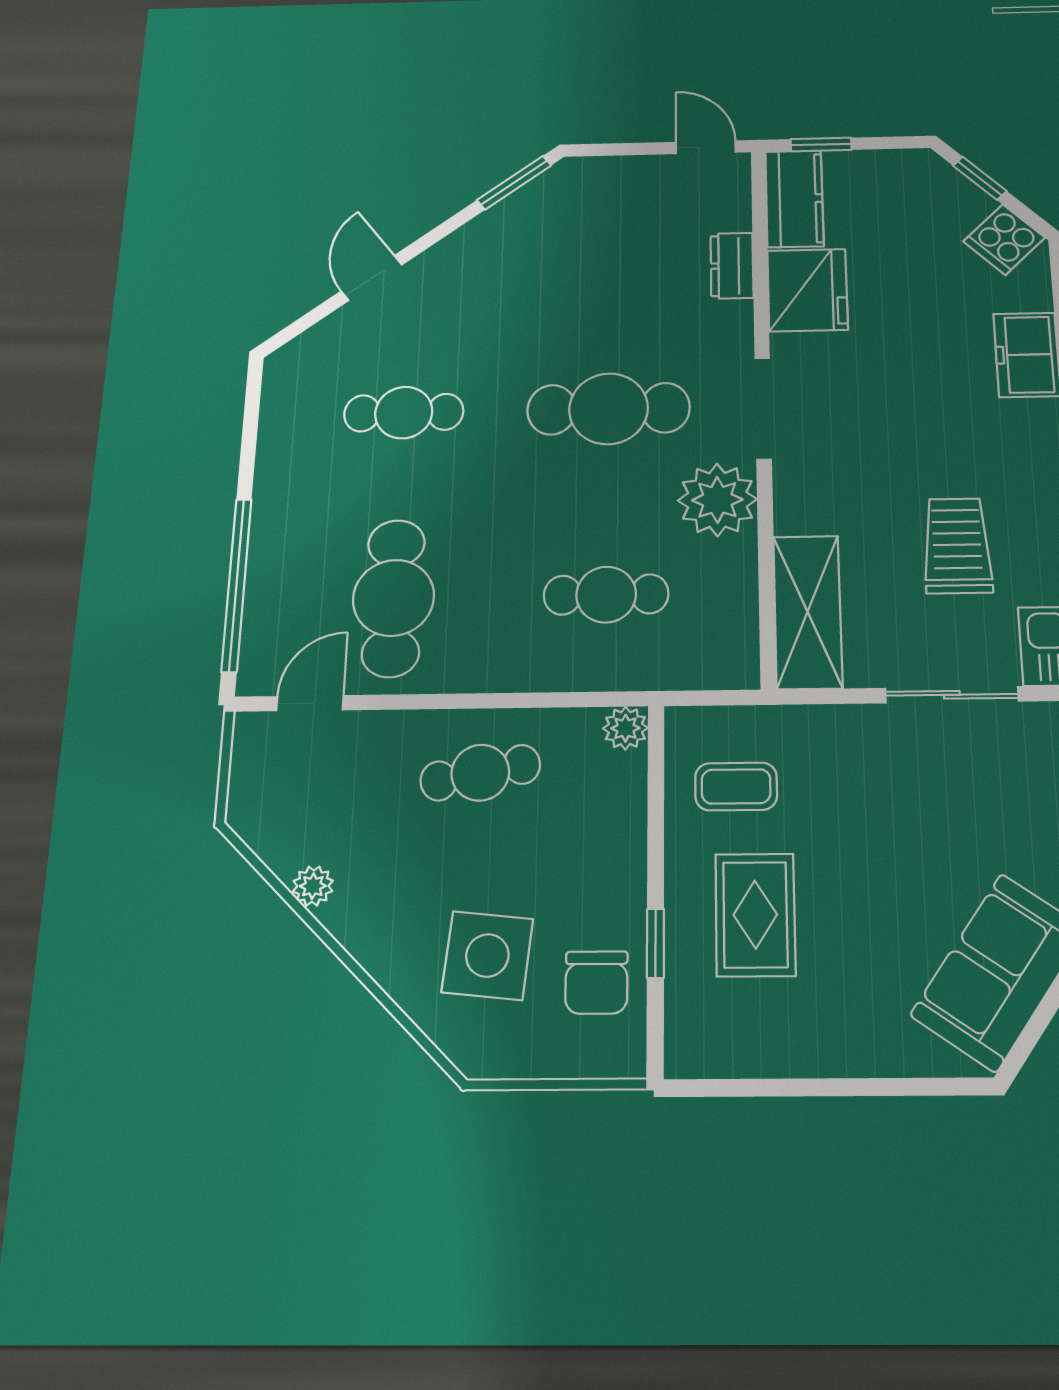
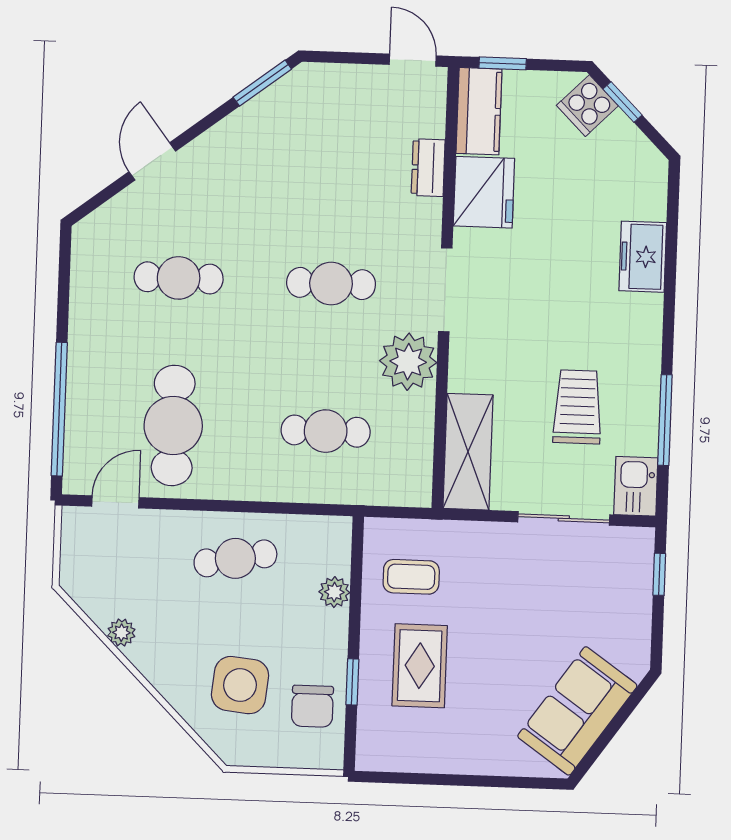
cooker: (1004, 240) -> (587, 106), moved
cafe table: (608, 409) -> (331, 284), width x0.73, depth x0.74
plant: (625, 728) -> (334, 592), moved

